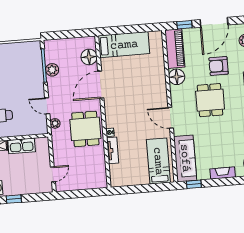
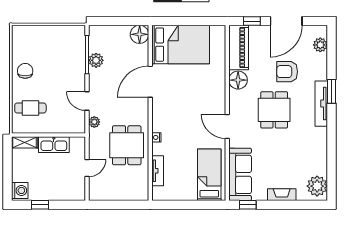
bed: (124, 45) -> (181, 45), width x1.50
floor lamp: (89, 57) -> (140, 34), moved
dining table: (85, 129) -> (127, 145), moved
tv unit: (113, 150) -> (158, 171), moved
door: (53, 174) -> (87, 168), moved

